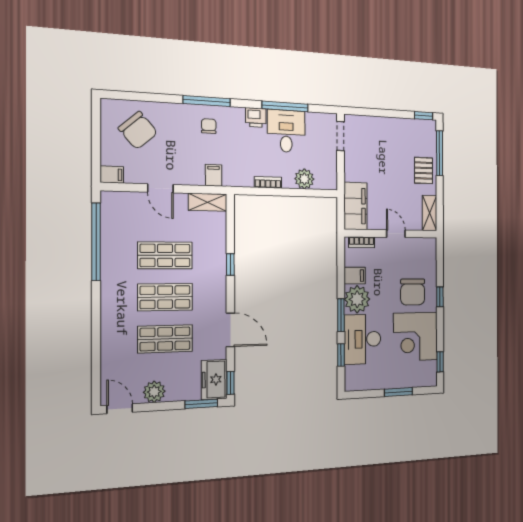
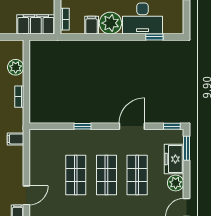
door: (160, 188) -> (26, 195), moved
shelving: (208, 202) -> (36, 143), removed
window: (341, 315) -> (123, 37), removed
freezer: (214, 380) -> (174, 159), moved, turned 90

